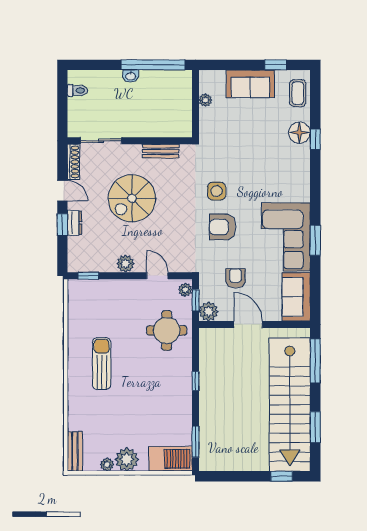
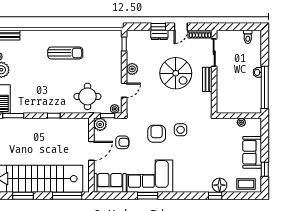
bench: (161, 151) -> (207, 79), moved
spiral stairs: (132, 198) -> (176, 73), turned 180

